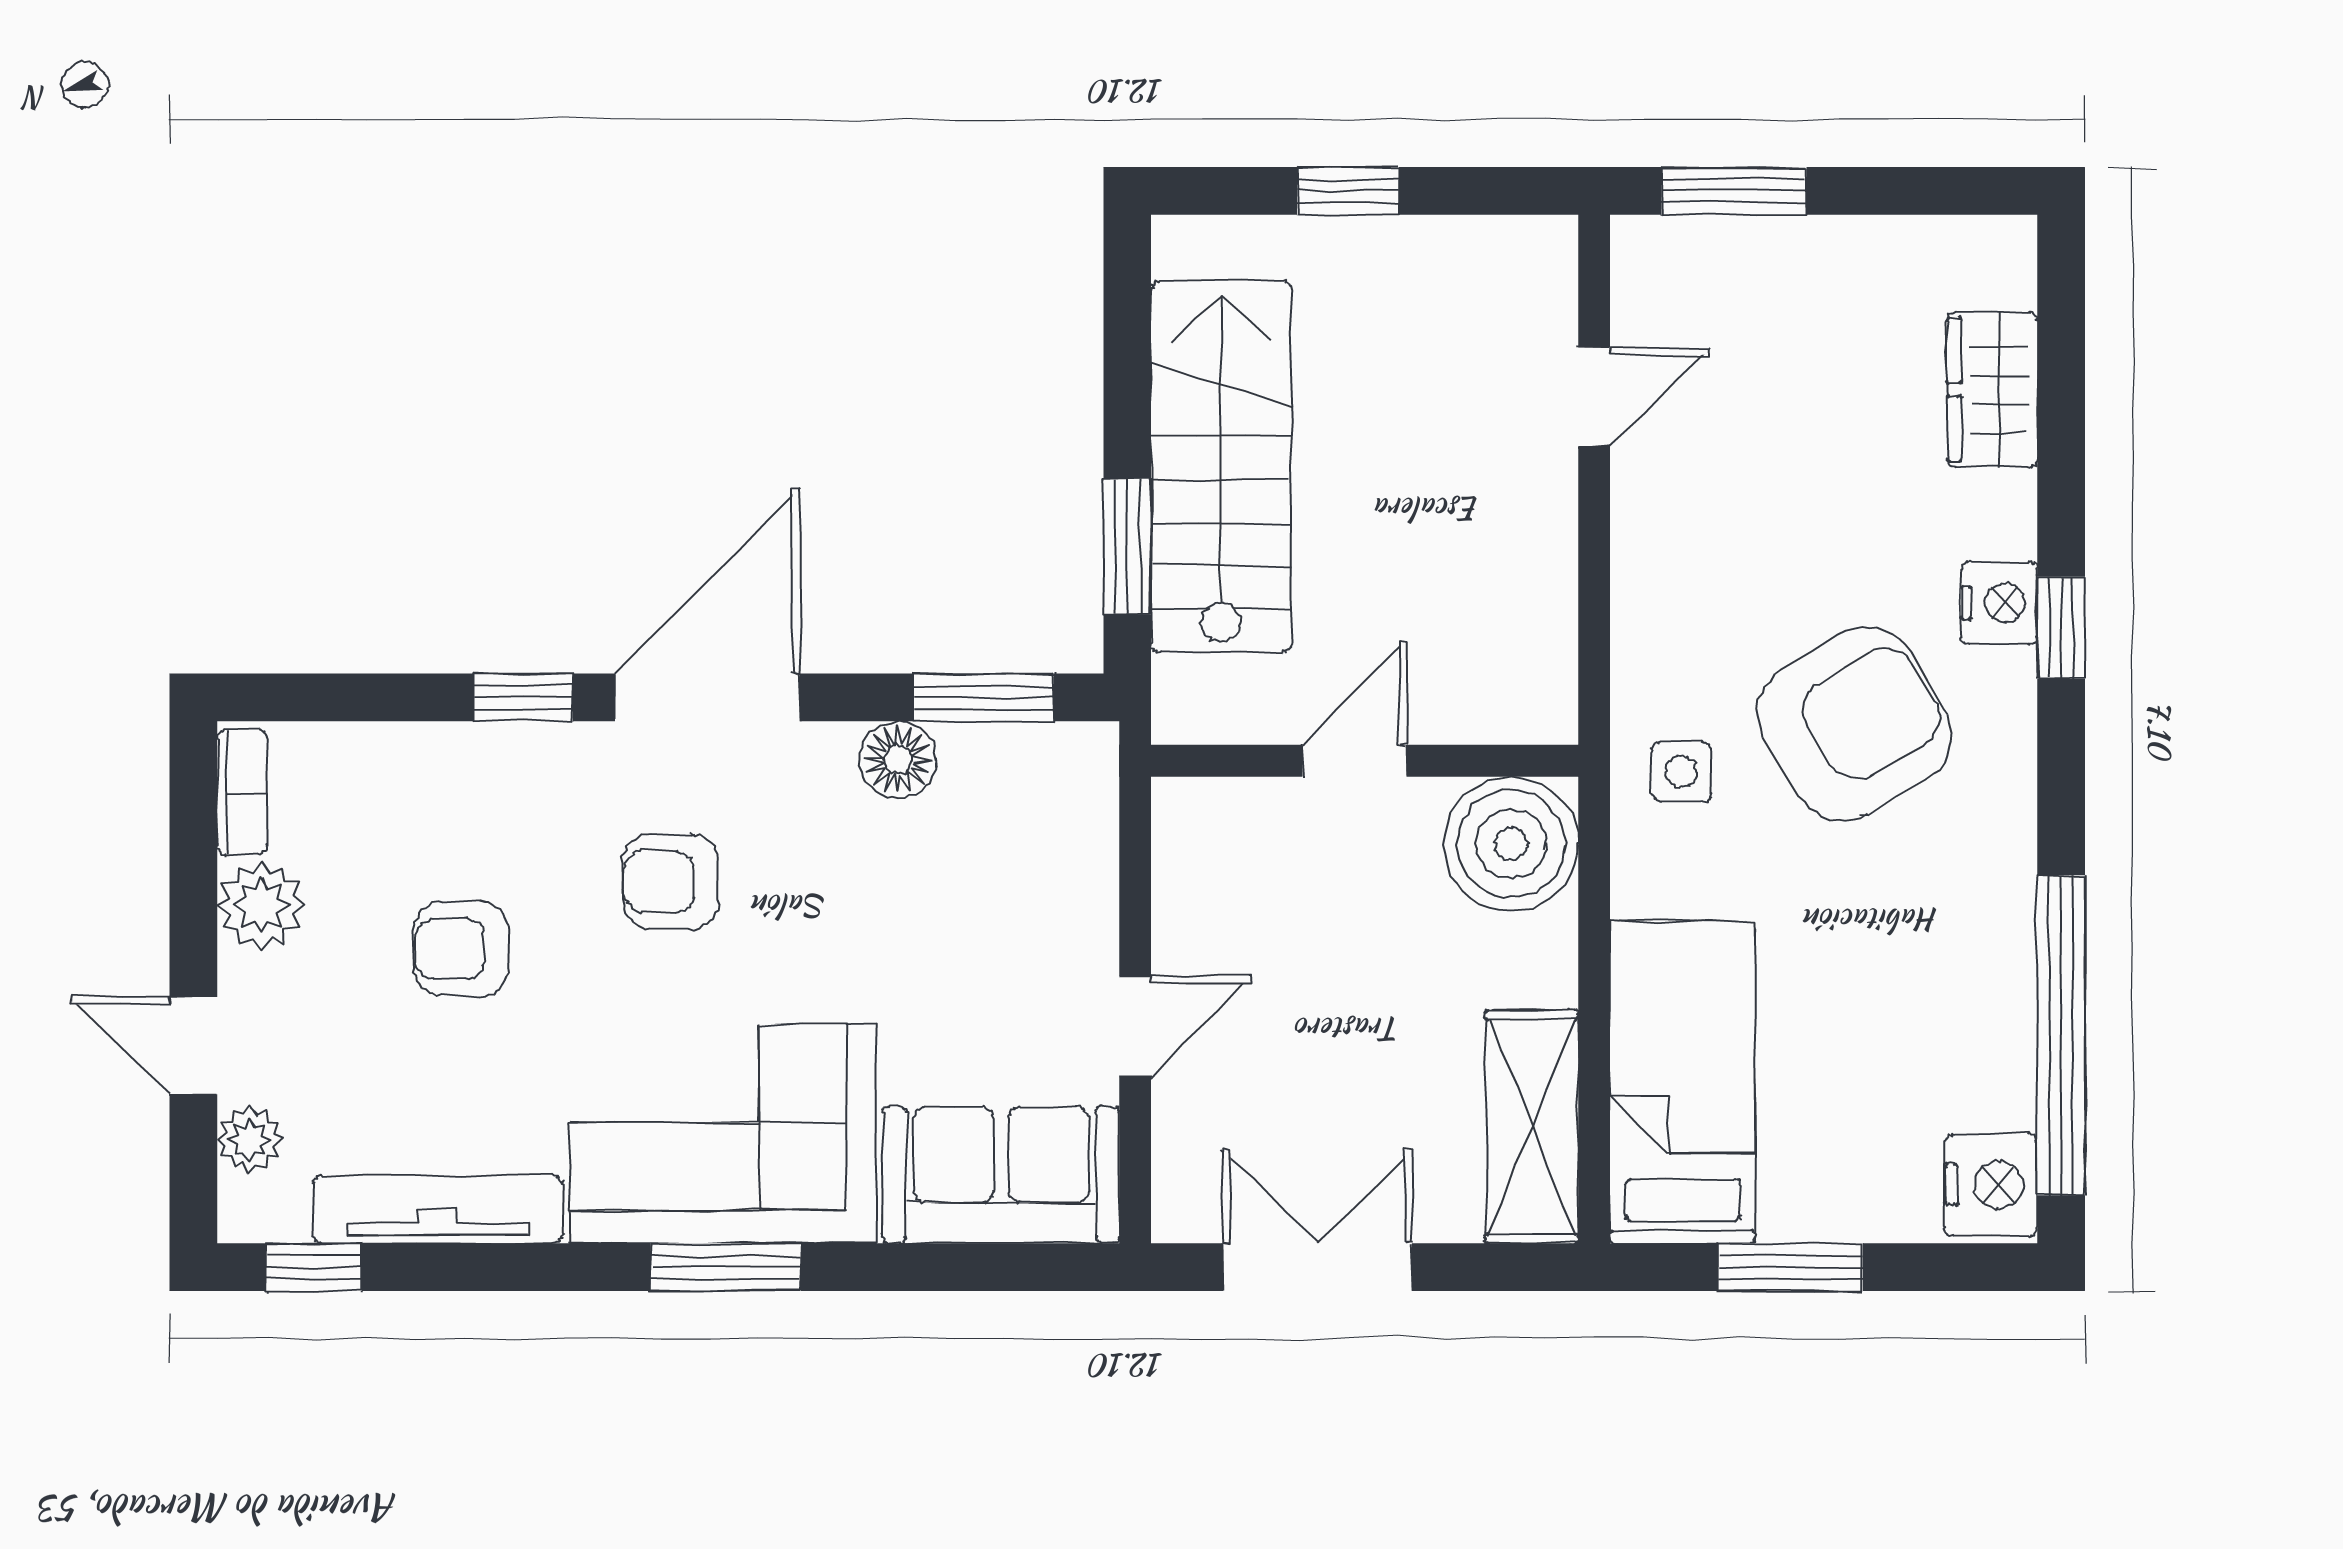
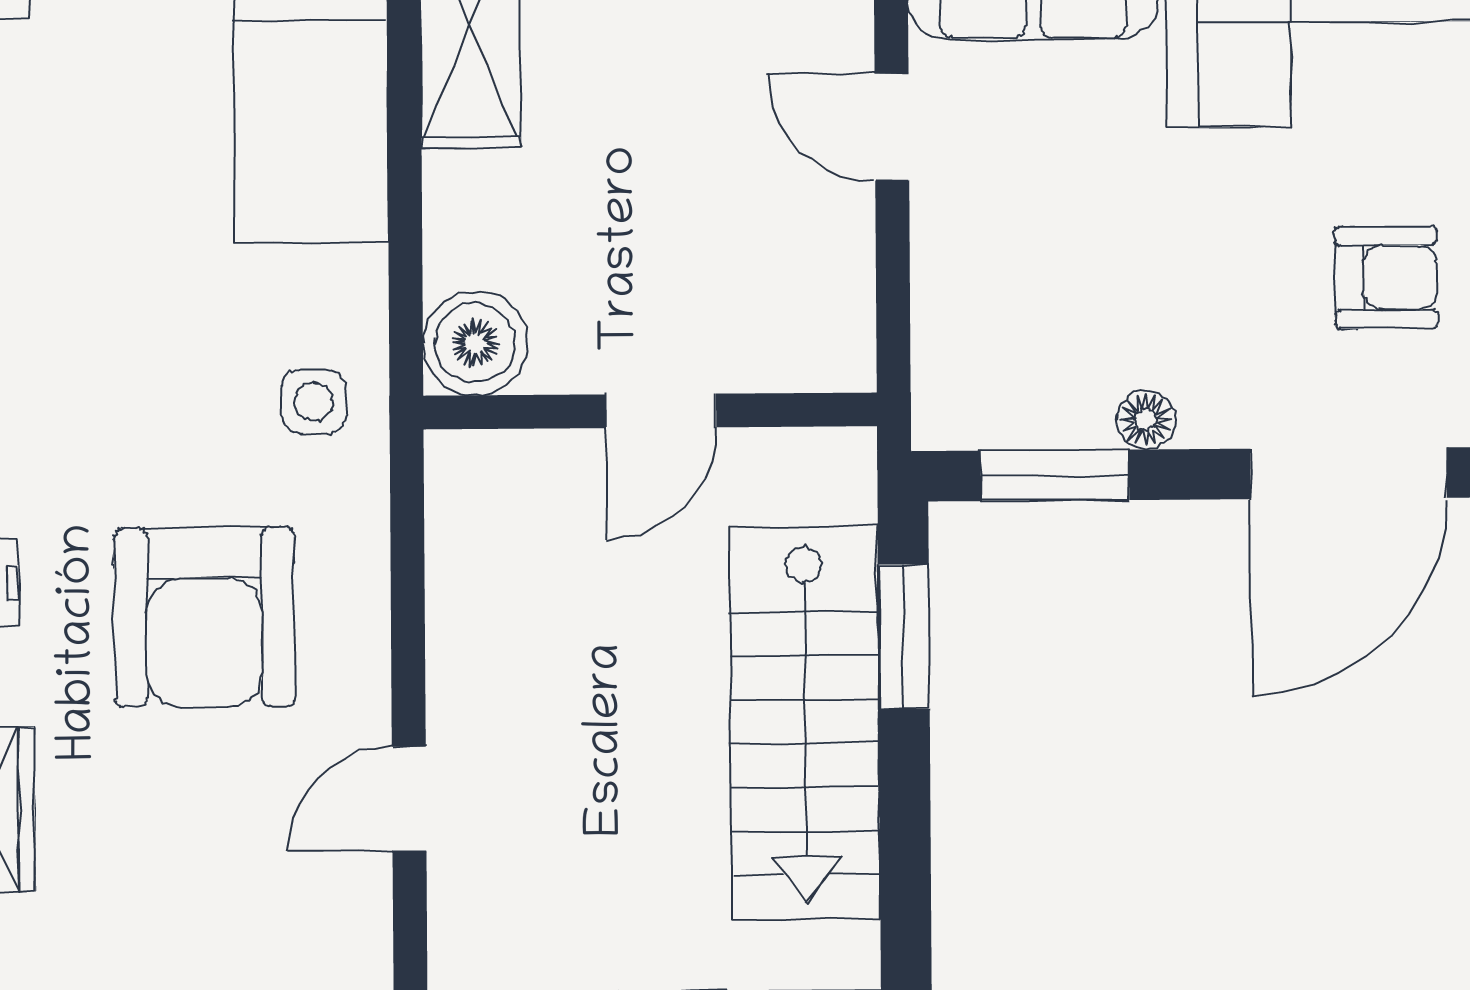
armchair: (1854, 724) -> (204, 617), moved, turned -59
floor lamp: (898, 760) -> (1146, 420), width x0.73, depth x0.73
boiler: (1511, 844) -> (475, 343), width x0.73, depth x0.73
door: (1135, 1026) -> (892, 127), hinge flipped

